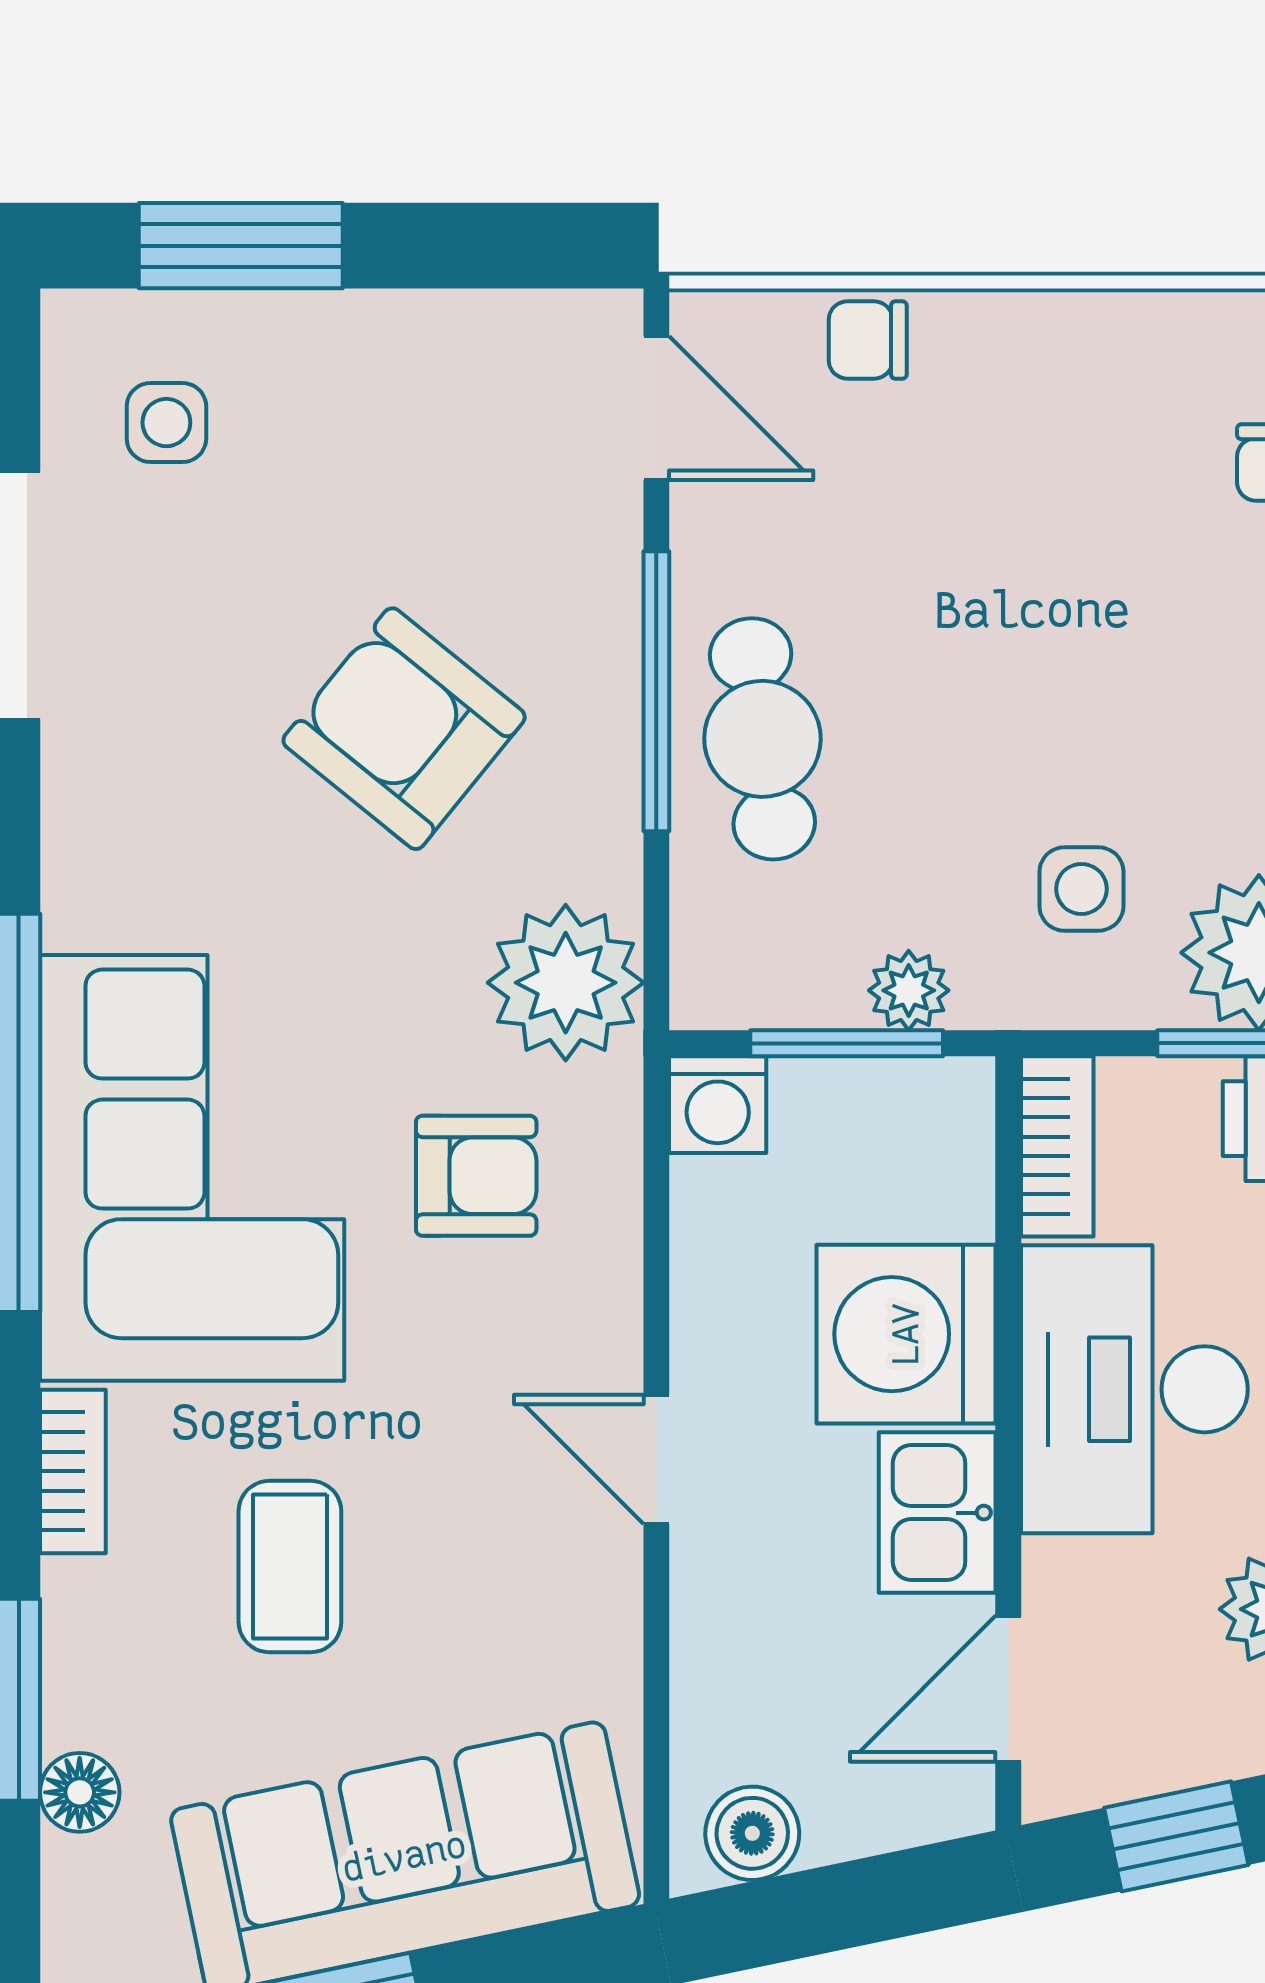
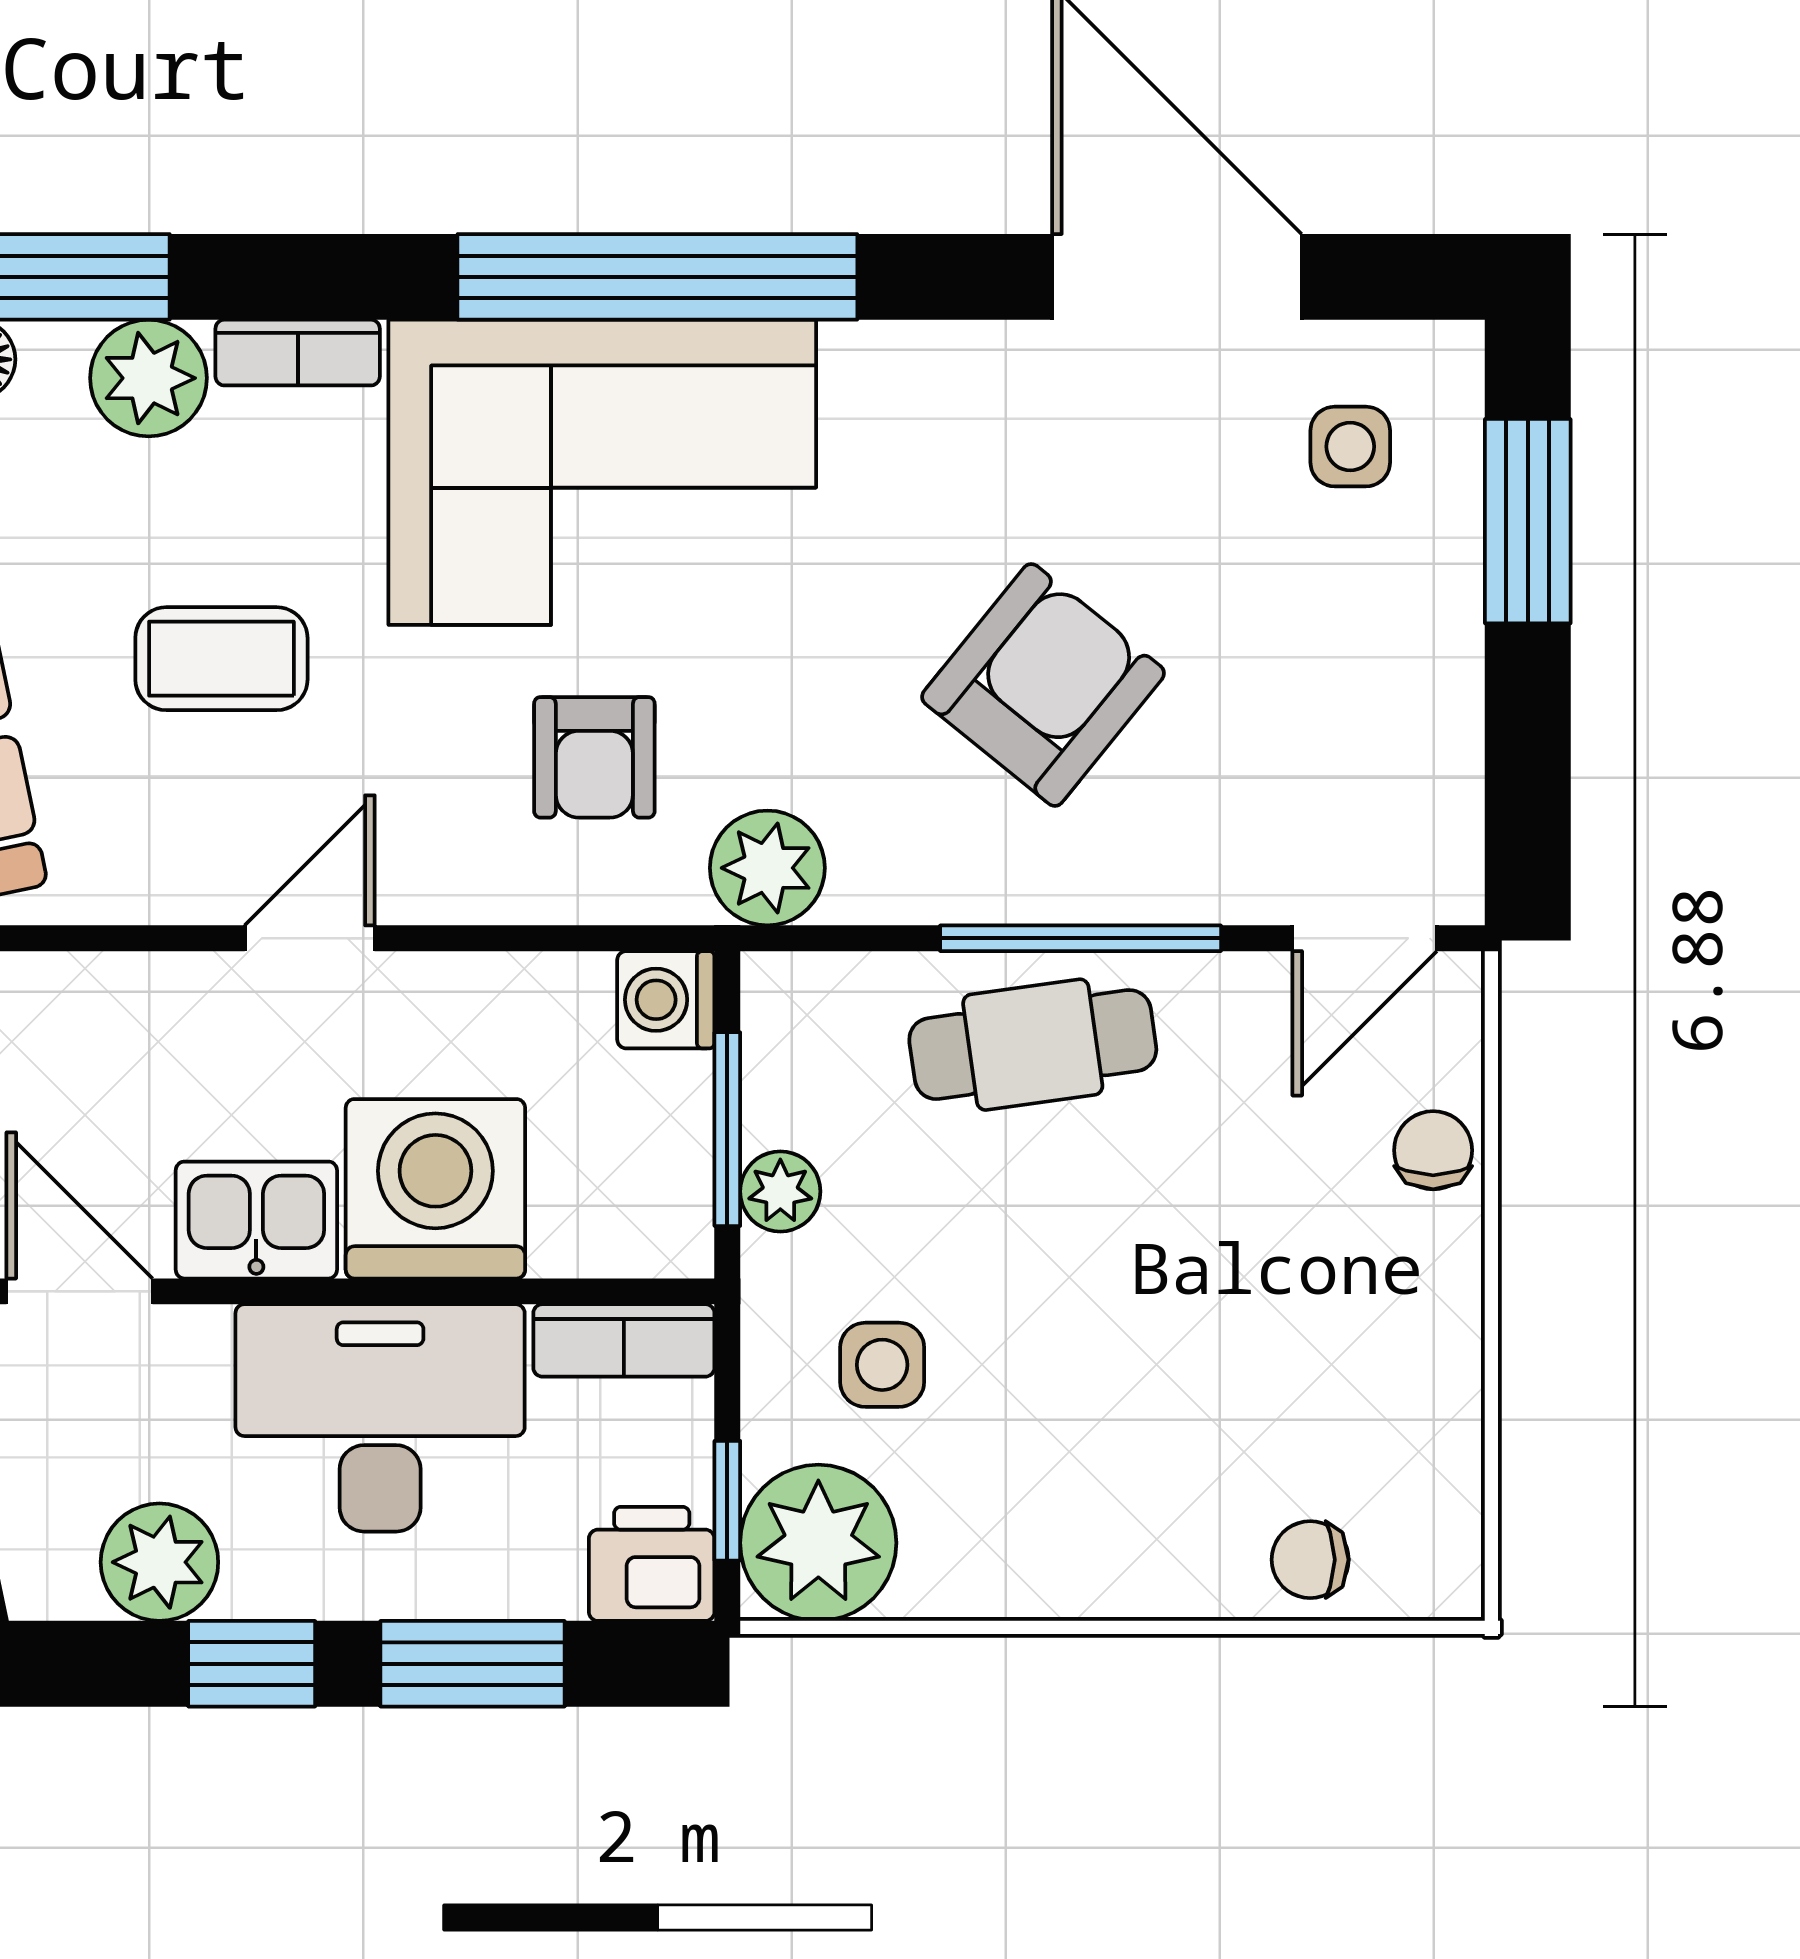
plant: (566, 983) -> (767, 868), width x0.73, depth x0.73
coffee table: (290, 1567) -> (221, 659), moved
plant: (98, 1620) -> (149, 378), added

